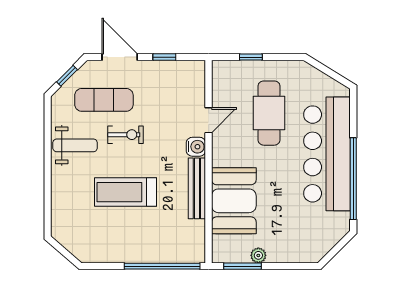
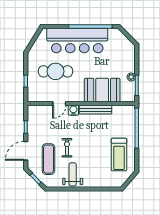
door: (209, 120) -> (59, 104), swing flipped
treadmill: (126, 192) -> (119, 155), moved

